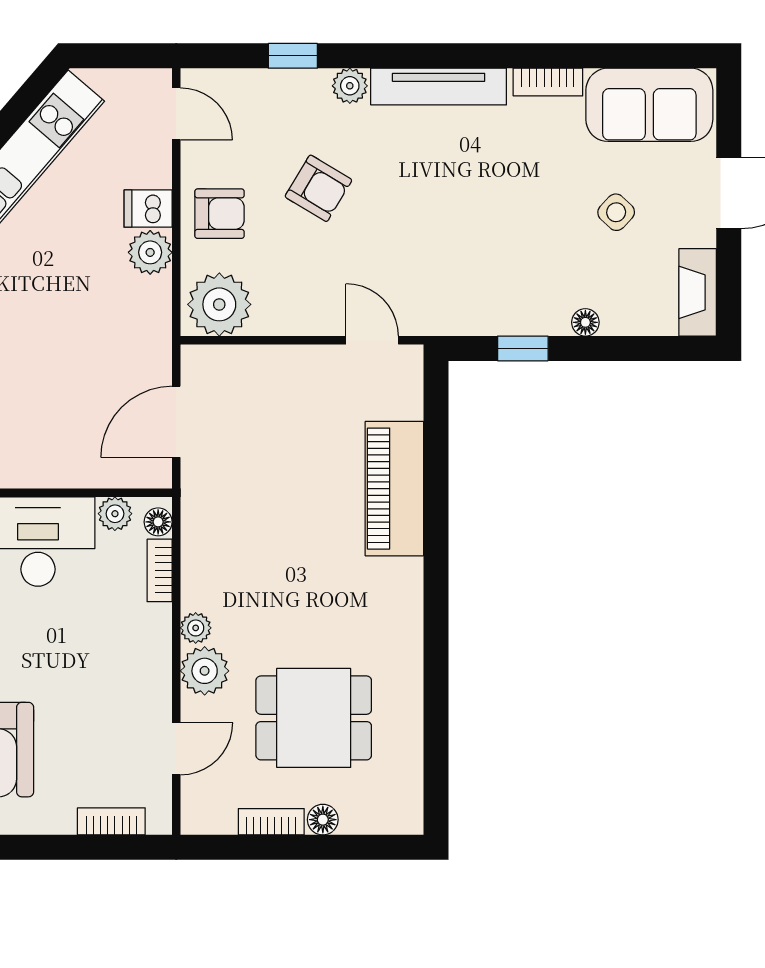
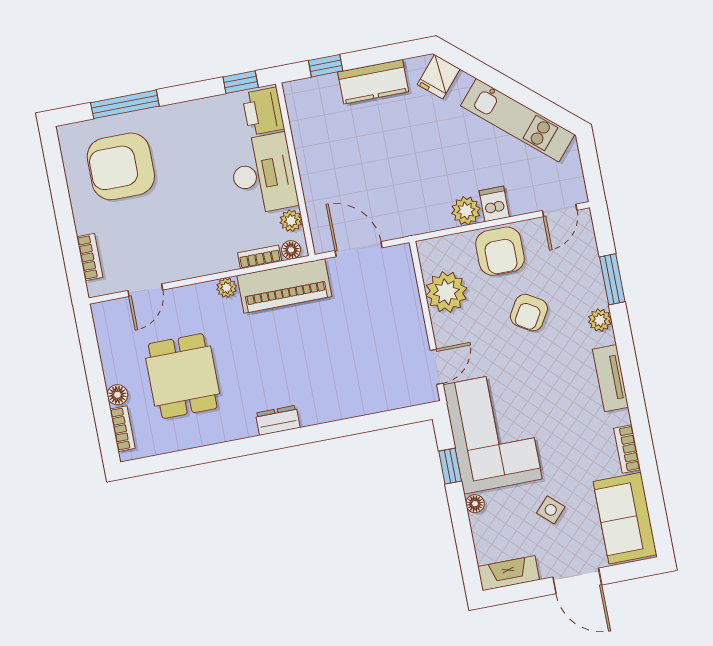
window: (293, 56) -> (612, 279), width x1.50
tv unit: (439, 87) -> (610, 378), width x0.71
armchair: (219, 214) -> (500, 251), width x1.38, depth x1.38
corner sofa: (484, 276) -> (492, 432), added
plant: (219, 304) -> (446, 292), moved
piano: (394, 489) -> (284, 286), moved, turned 180
dresser: (406, 590) -> (278, 420), added
plant: (205, 671) -> (200, 299), removed
door: (176, 749) -> (145, 290), hinge flipped
bookcase: (271, 822) -> (122, 429), moved

